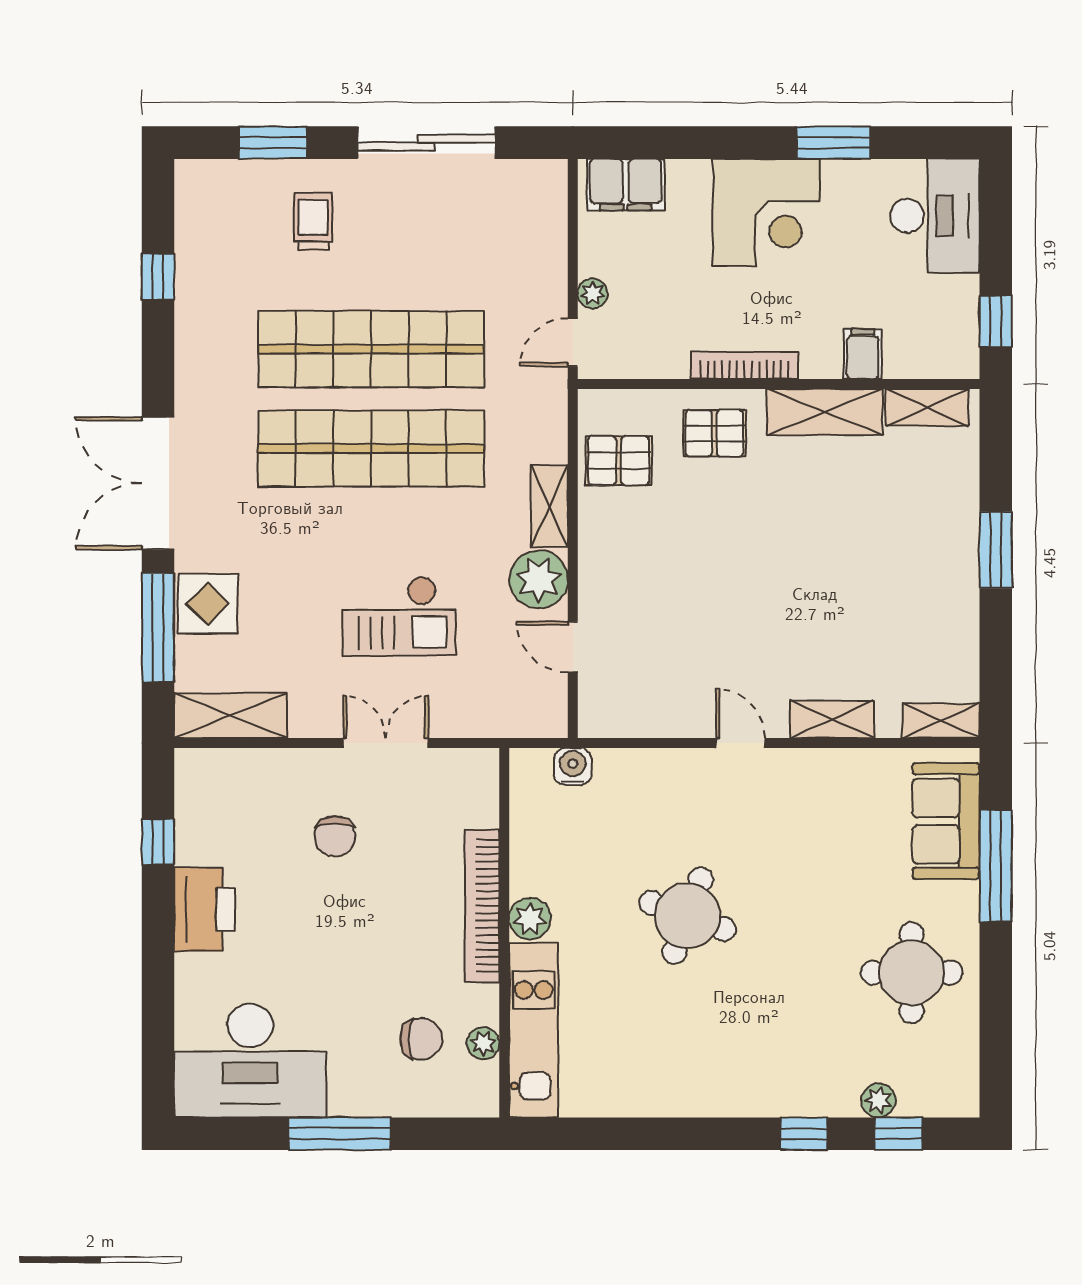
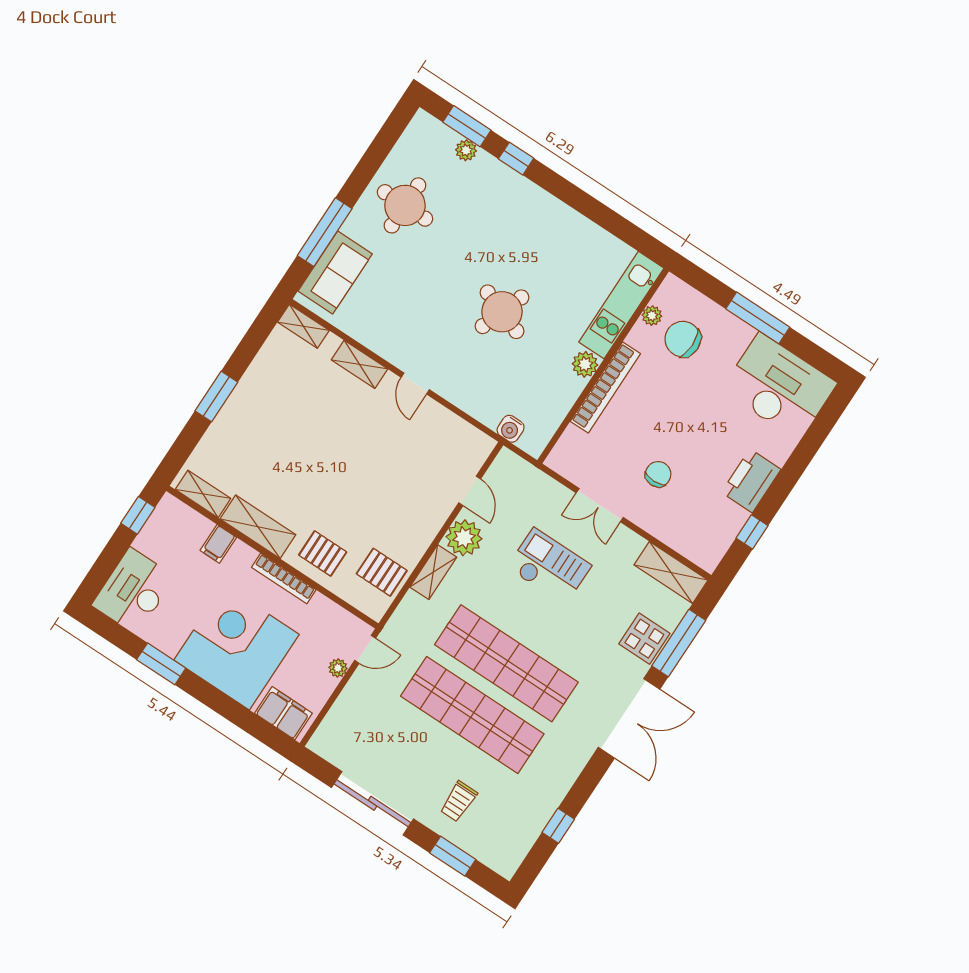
corner desk: (766, 212) -> (237, 647), width x1.36, depth x1.36
chair: (421, 1039) -> (683, 339), width x1.37, depth x1.37
window: (899, 1134) -> (467, 126), width x1.50

